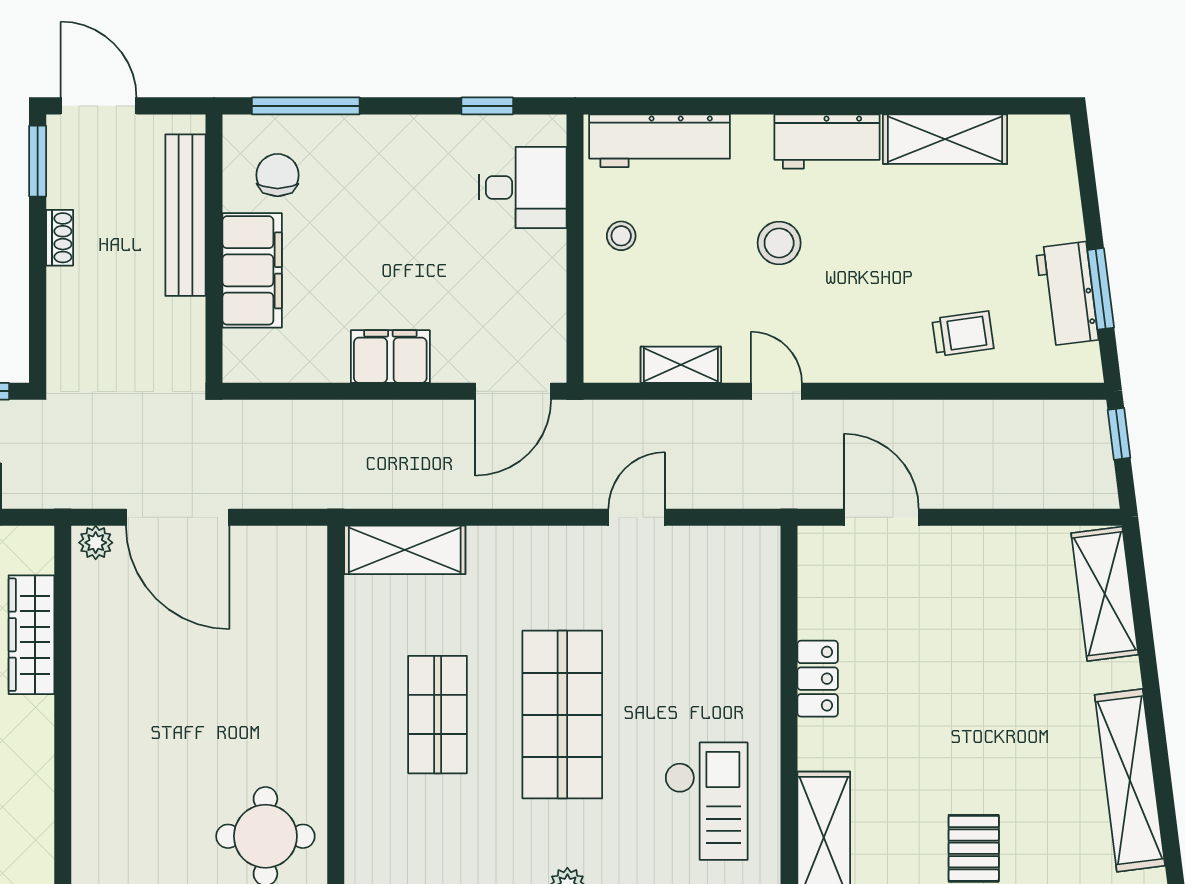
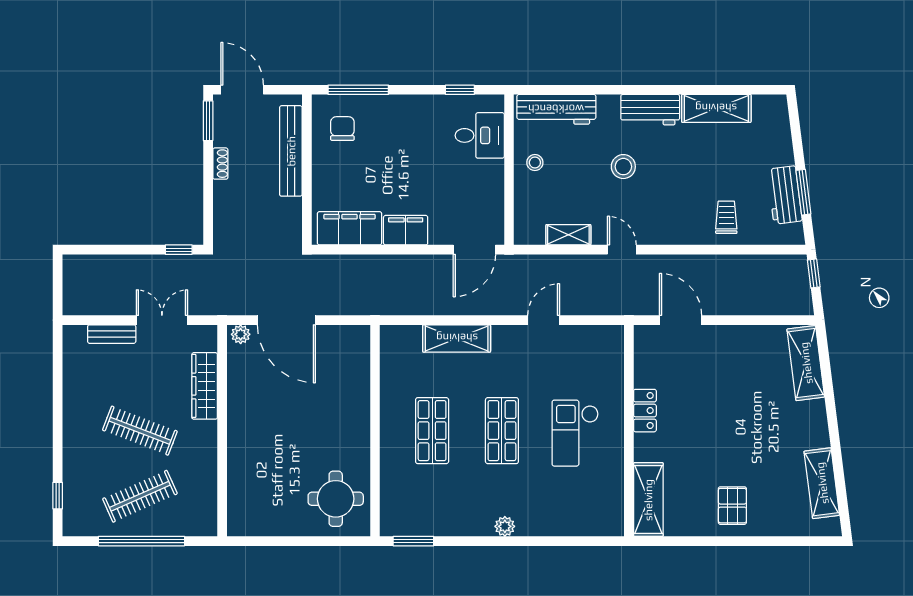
filing cabinet: (252, 270) -> (349, 228), moved, turned -90
trolley: (963, 334) -> (726, 217), turned -82
shelving: (405, 550) -> (457, 338), moved
shop shelf: (562, 715) -> (502, 431), width x0.70, depth x0.74
shelving: (1130, 780) -> (822, 483), width x0.68
checkout: (706, 801) -> (575, 433), moved, turned 180

